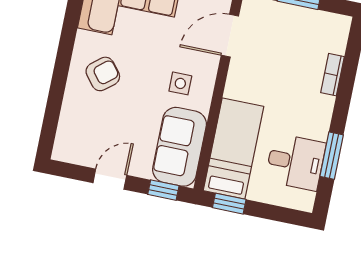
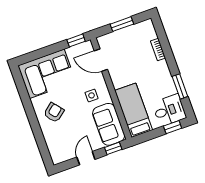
door: (230, 36) -> (101, 60), hinge flipped
desk: (295, 162) -> (169, 110), moved
window: (229, 204) -> (173, 127), moved

